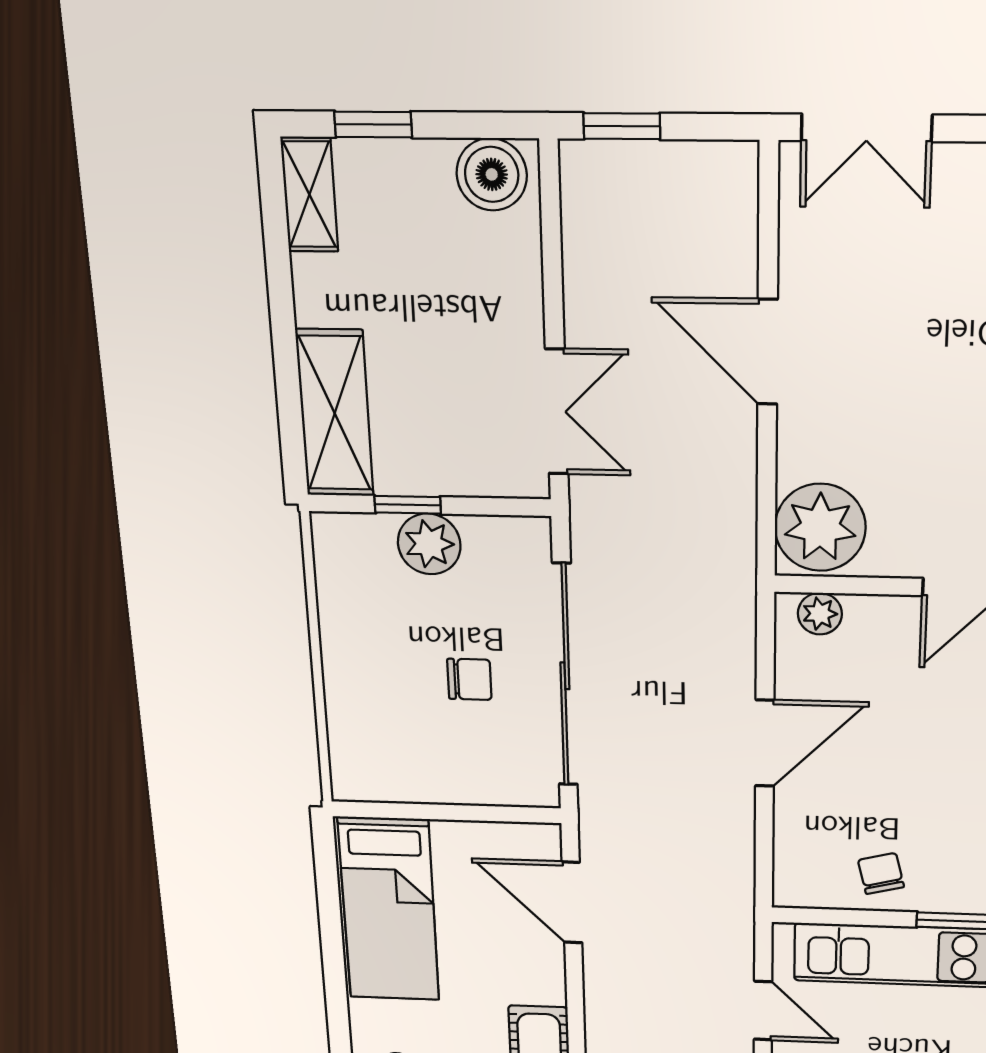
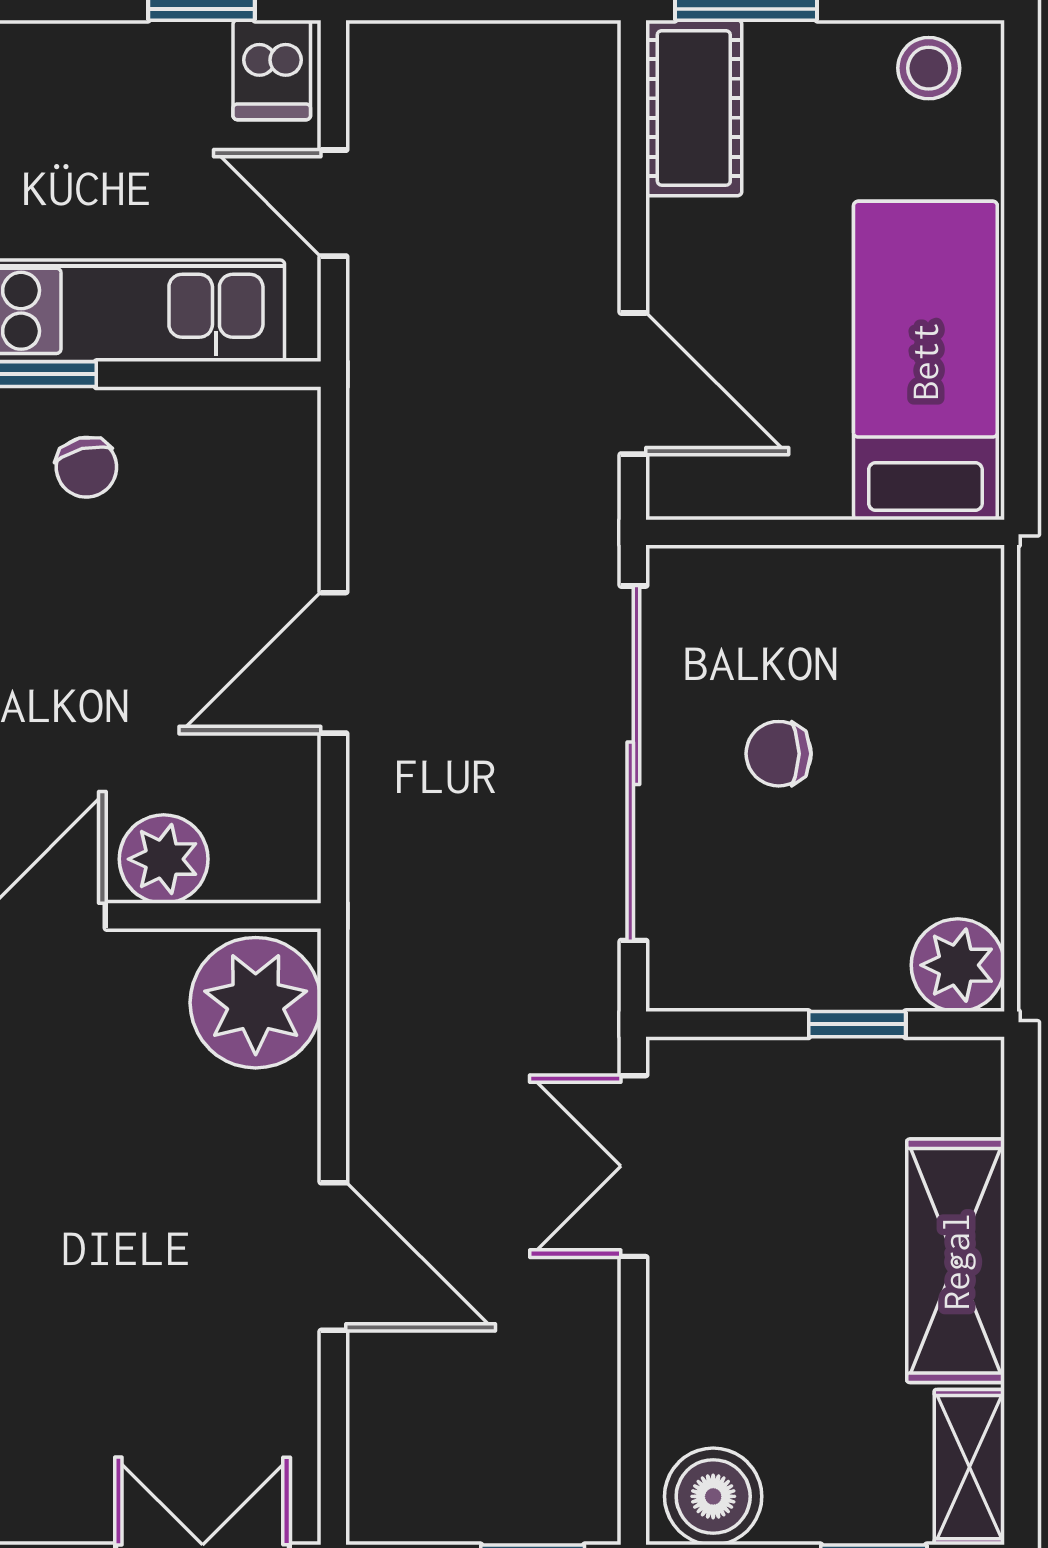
shelving: (335, 413) -> (956, 1261), moved
plant: (429, 544) -> (958, 965), moved
plant: (820, 614) -> (164, 859), moved, width x1.38, depth x1.38
chair: (881, 874) -> (86, 467), moved

